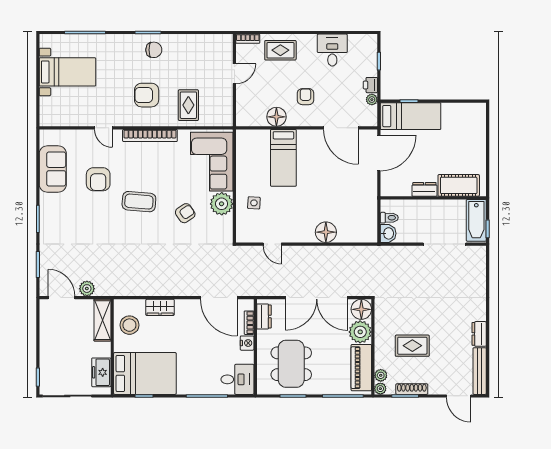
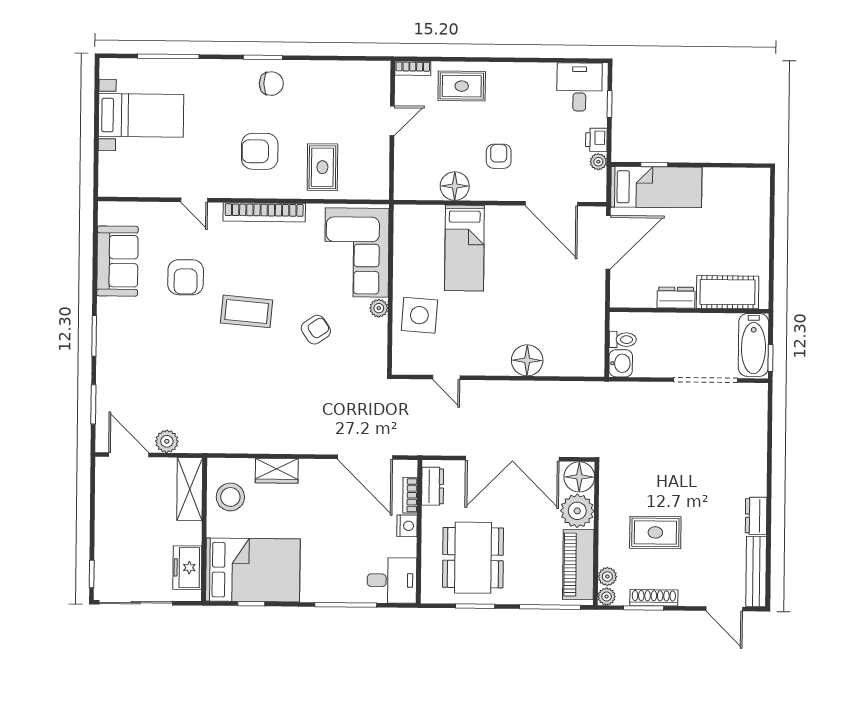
desk: (332, 50) -> (579, 87), moved
side table: (254, 203) -> (419, 315), width x1.87, depth x1.87
plant: (222, 204) -> (379, 308), width x0.53, depth x0.53

